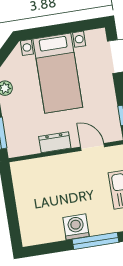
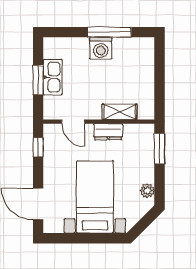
shelving: (46, 165) -> (119, 112), added
window: (96, 241) -> (109, 32), moved

